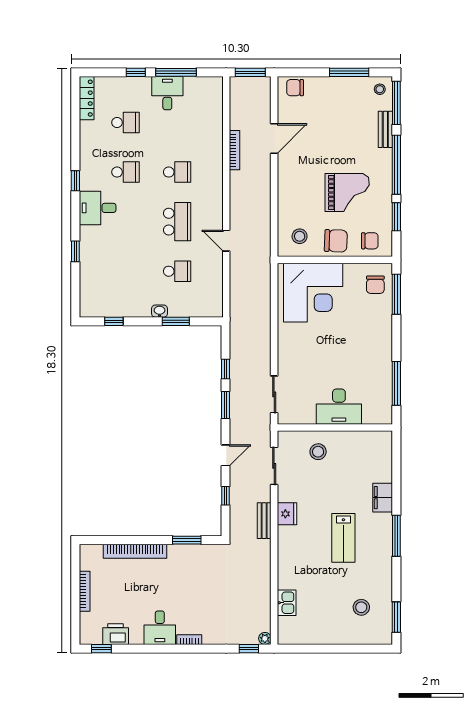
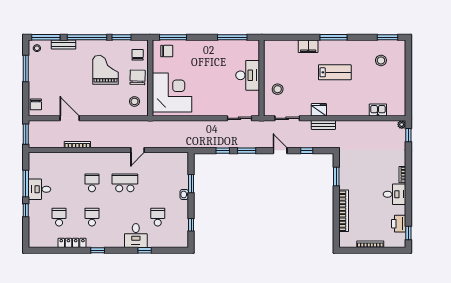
locker: (87, 98) -> (72, 243), moved
desk: (98, 208) -> (136, 236), moved
school desk: (177, 271) -> (158, 217), moved

